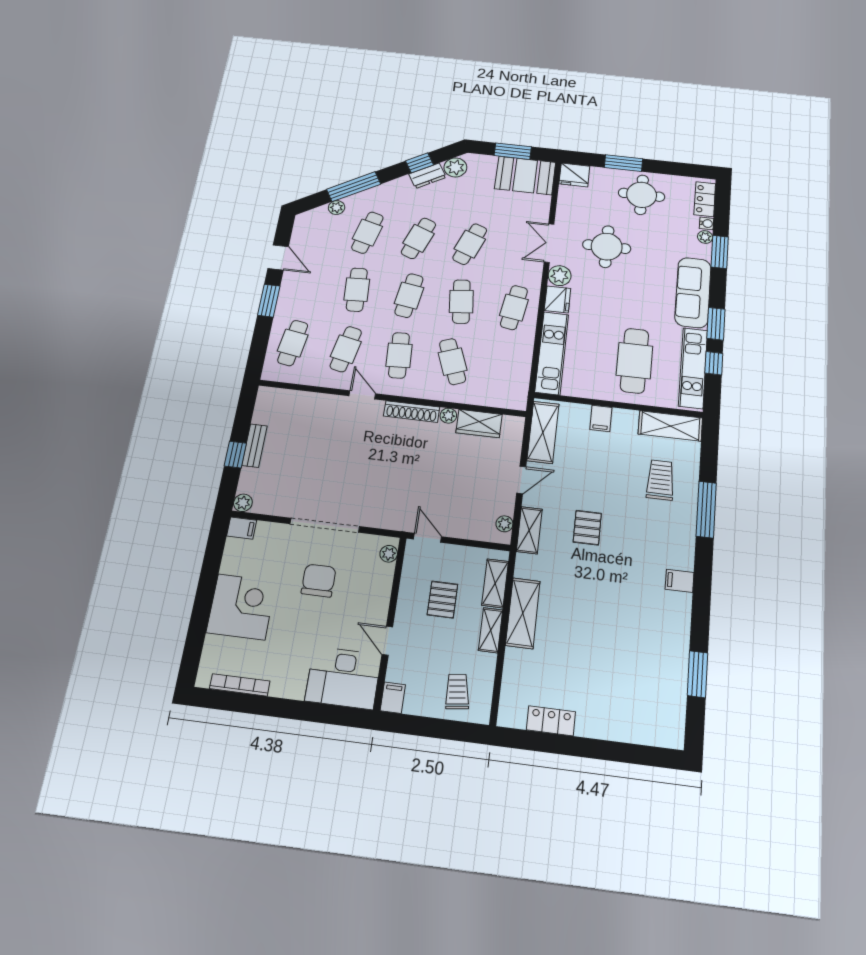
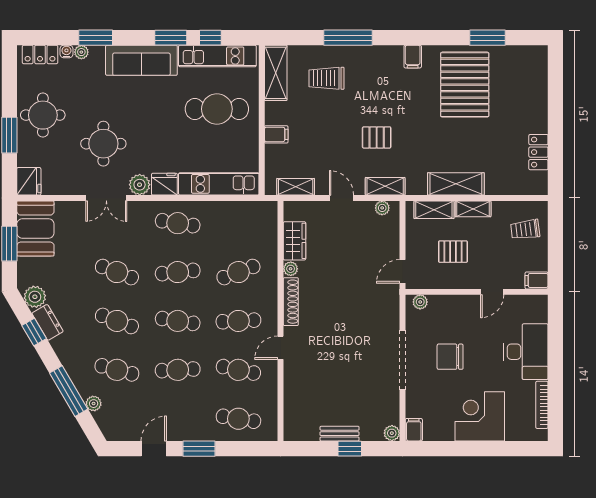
shelving: (543, 432) -> (296, 187), width x0.67, depth x0.75
pallet: (642, 639) -> (465, 85), added
desk: (343, 678) -> (526, 352), moved

